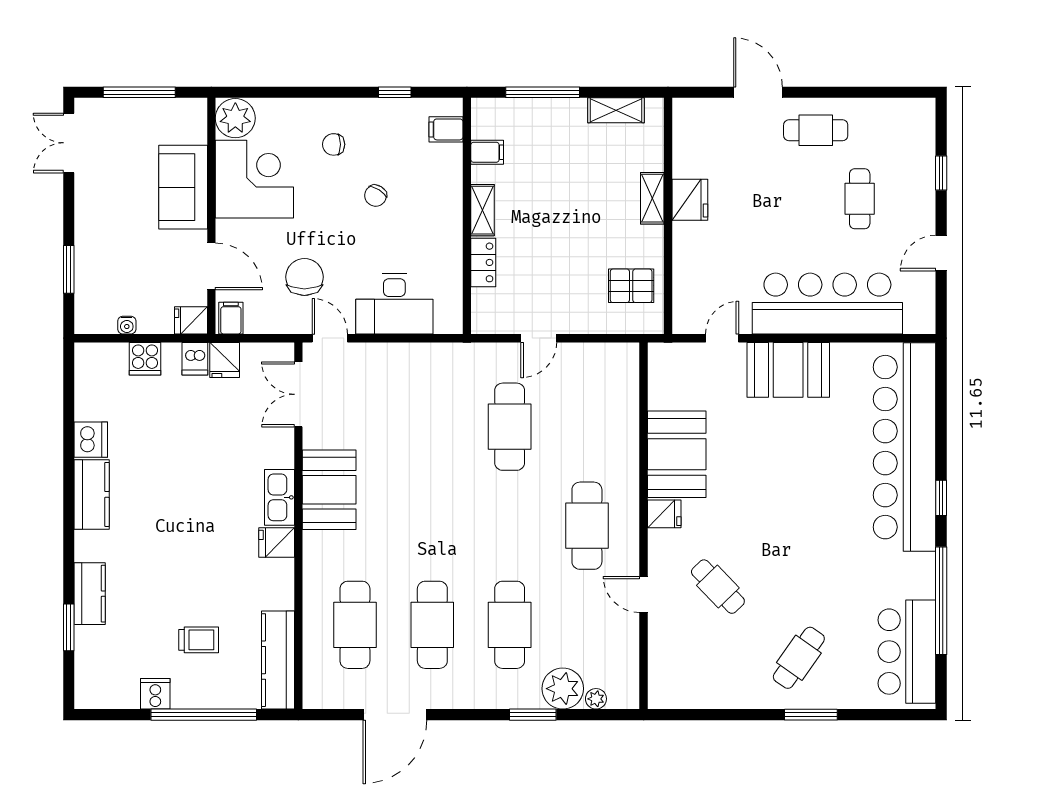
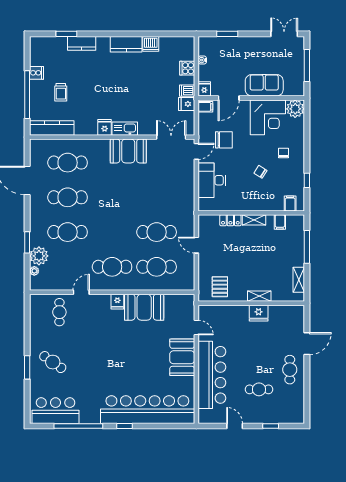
cafe table: (587, 427) -> (157, 267), added
cafe table: (718, 587) -> (59, 312), moved, turned -46

